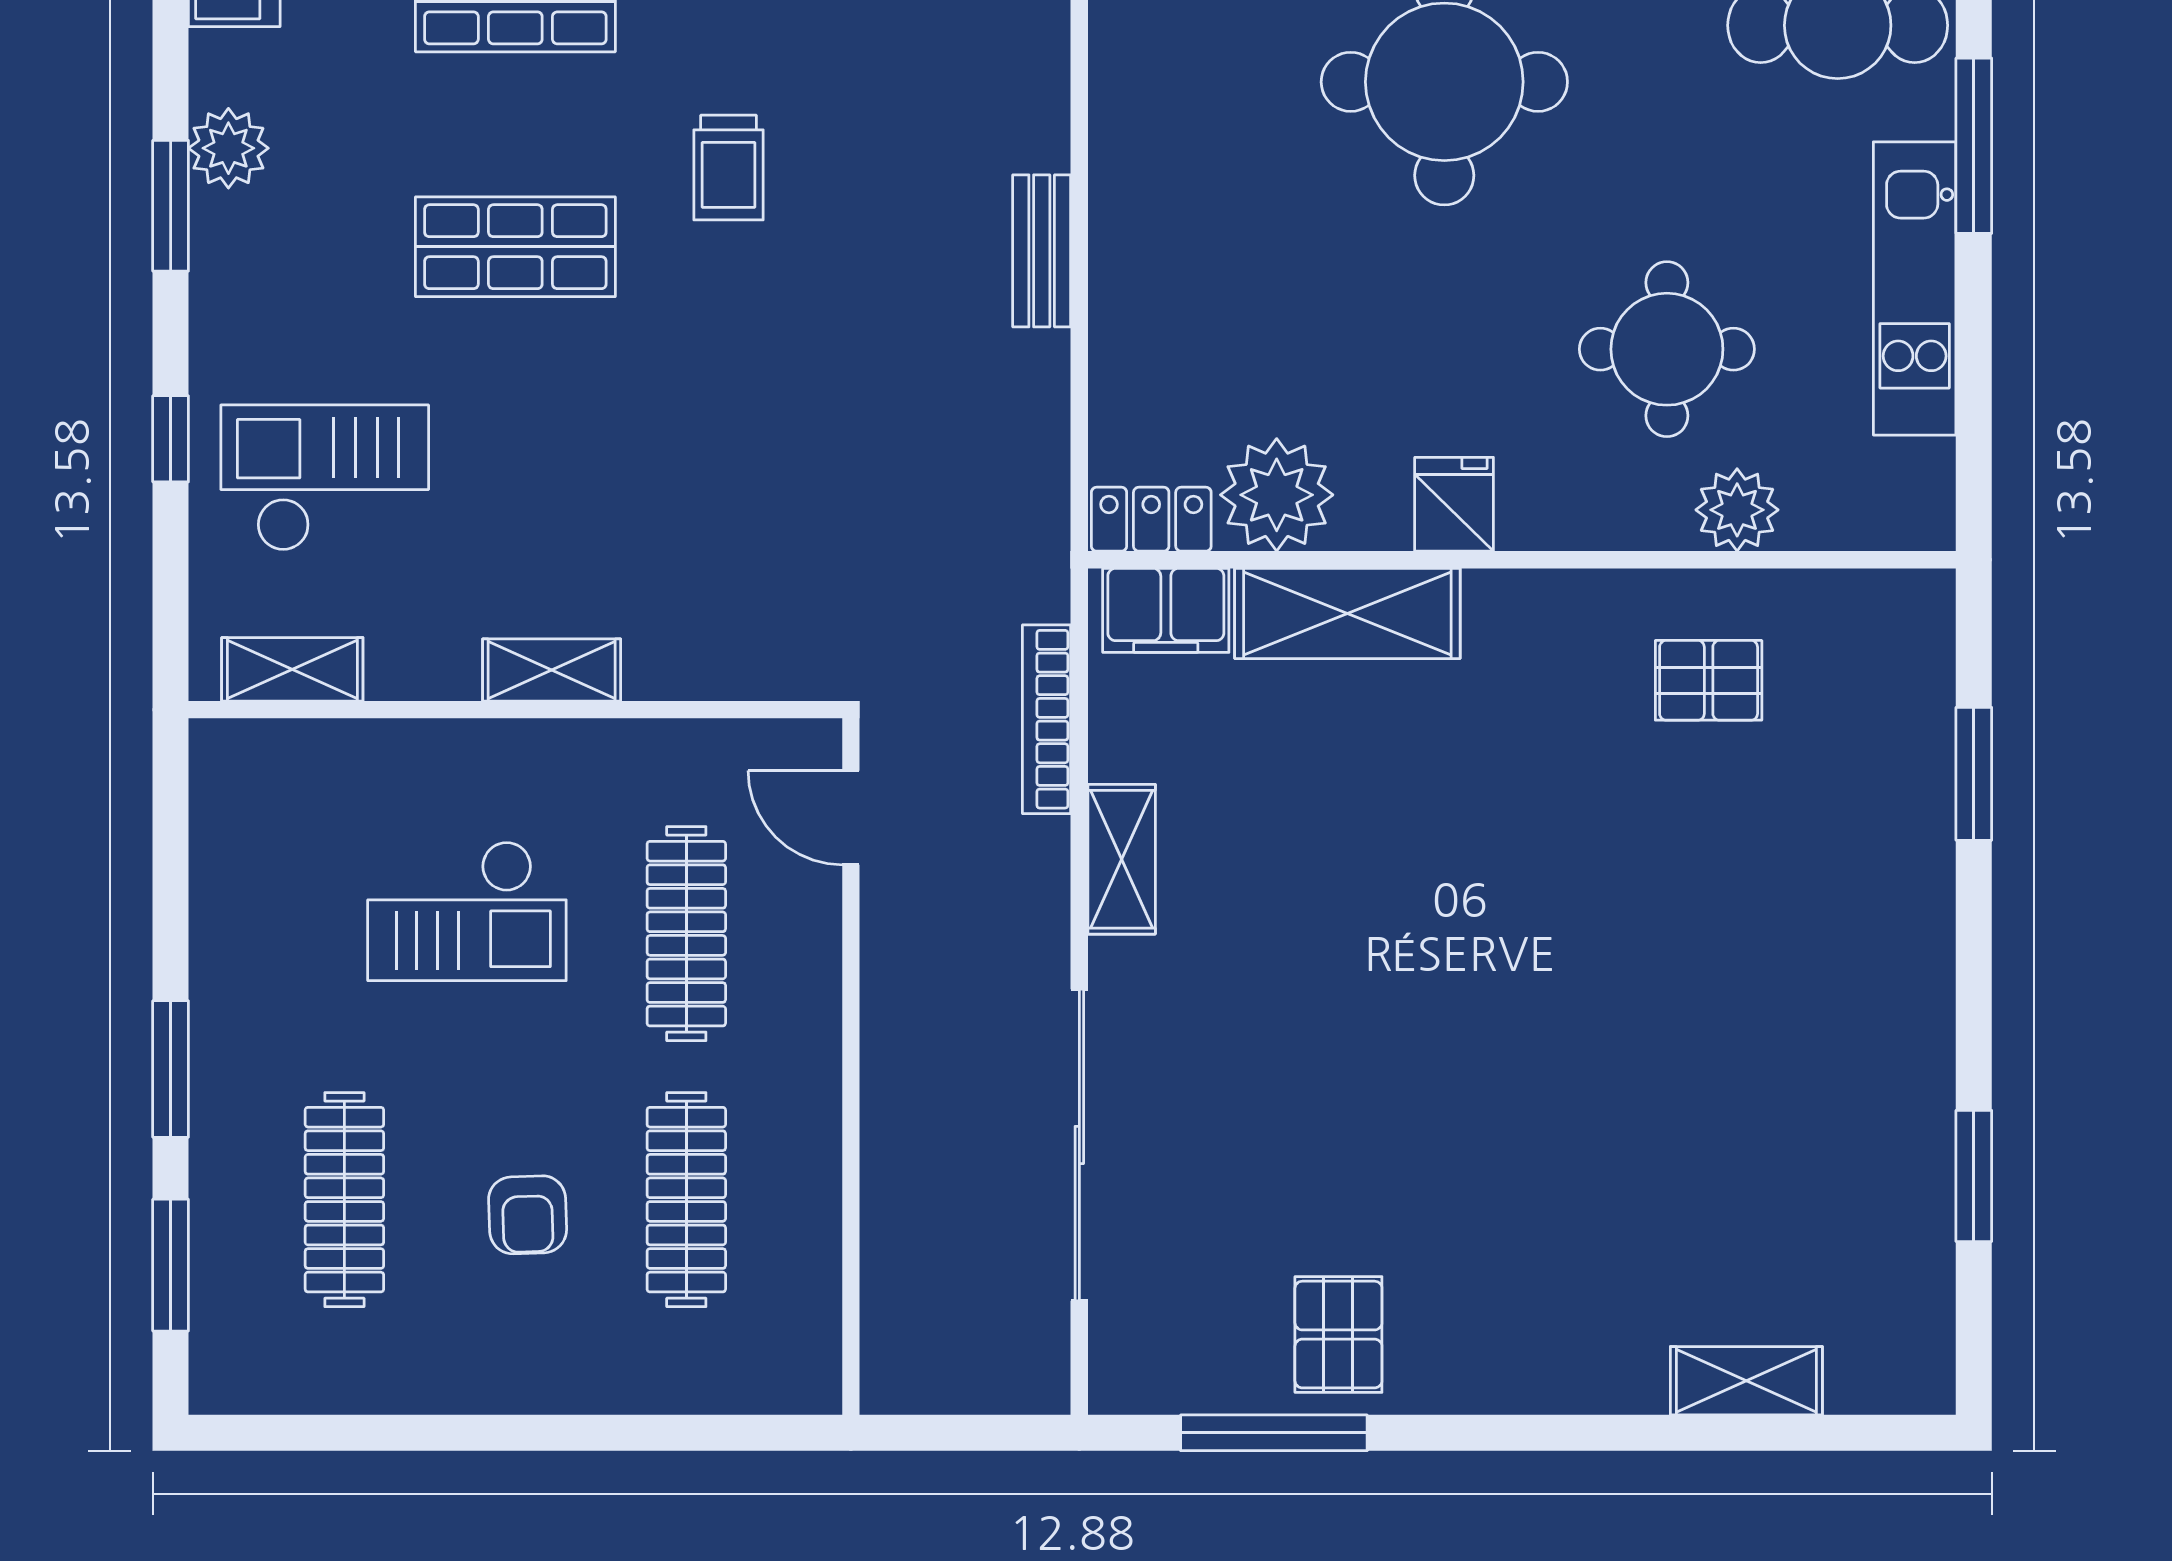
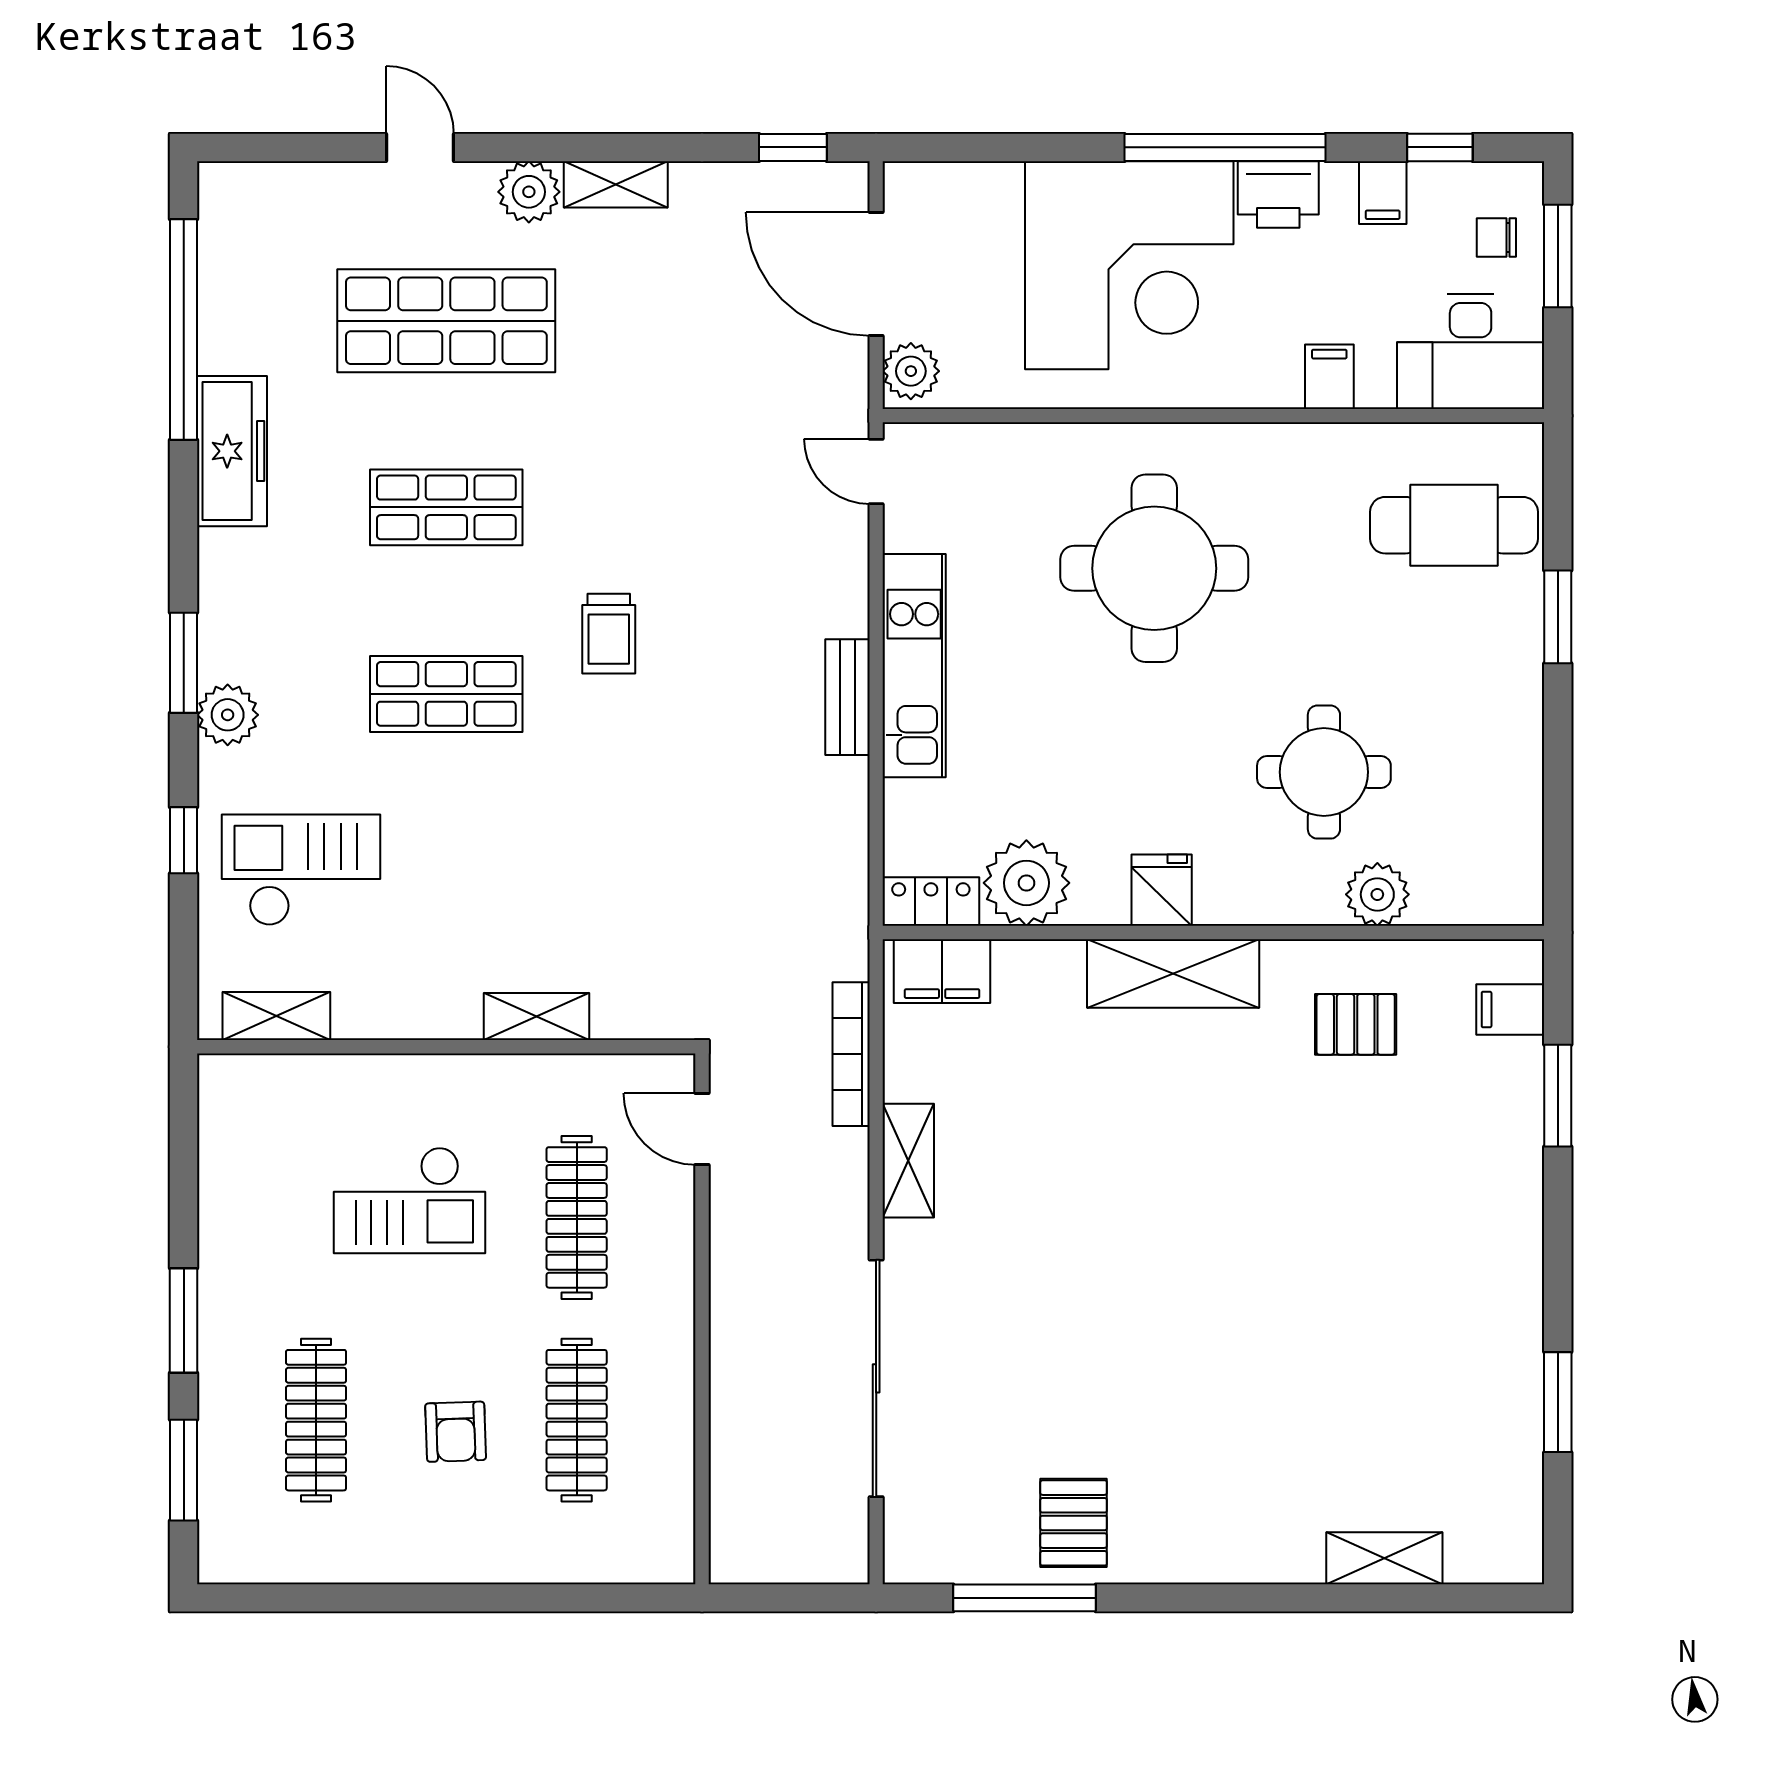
window: (1974, 146) -> (1558, 617), width x0.69
plant: (228, 148) -> (228, 715), moved
kitchen unit: (1915, 288) -> (914, 666), moved, turned 180
shelving: (1347, 613) -> (1173, 973), moved
filing cabinet: (1911, 661) -> (1510, 1010), added
shelving: (552, 670) -> (537, 1017), moved

